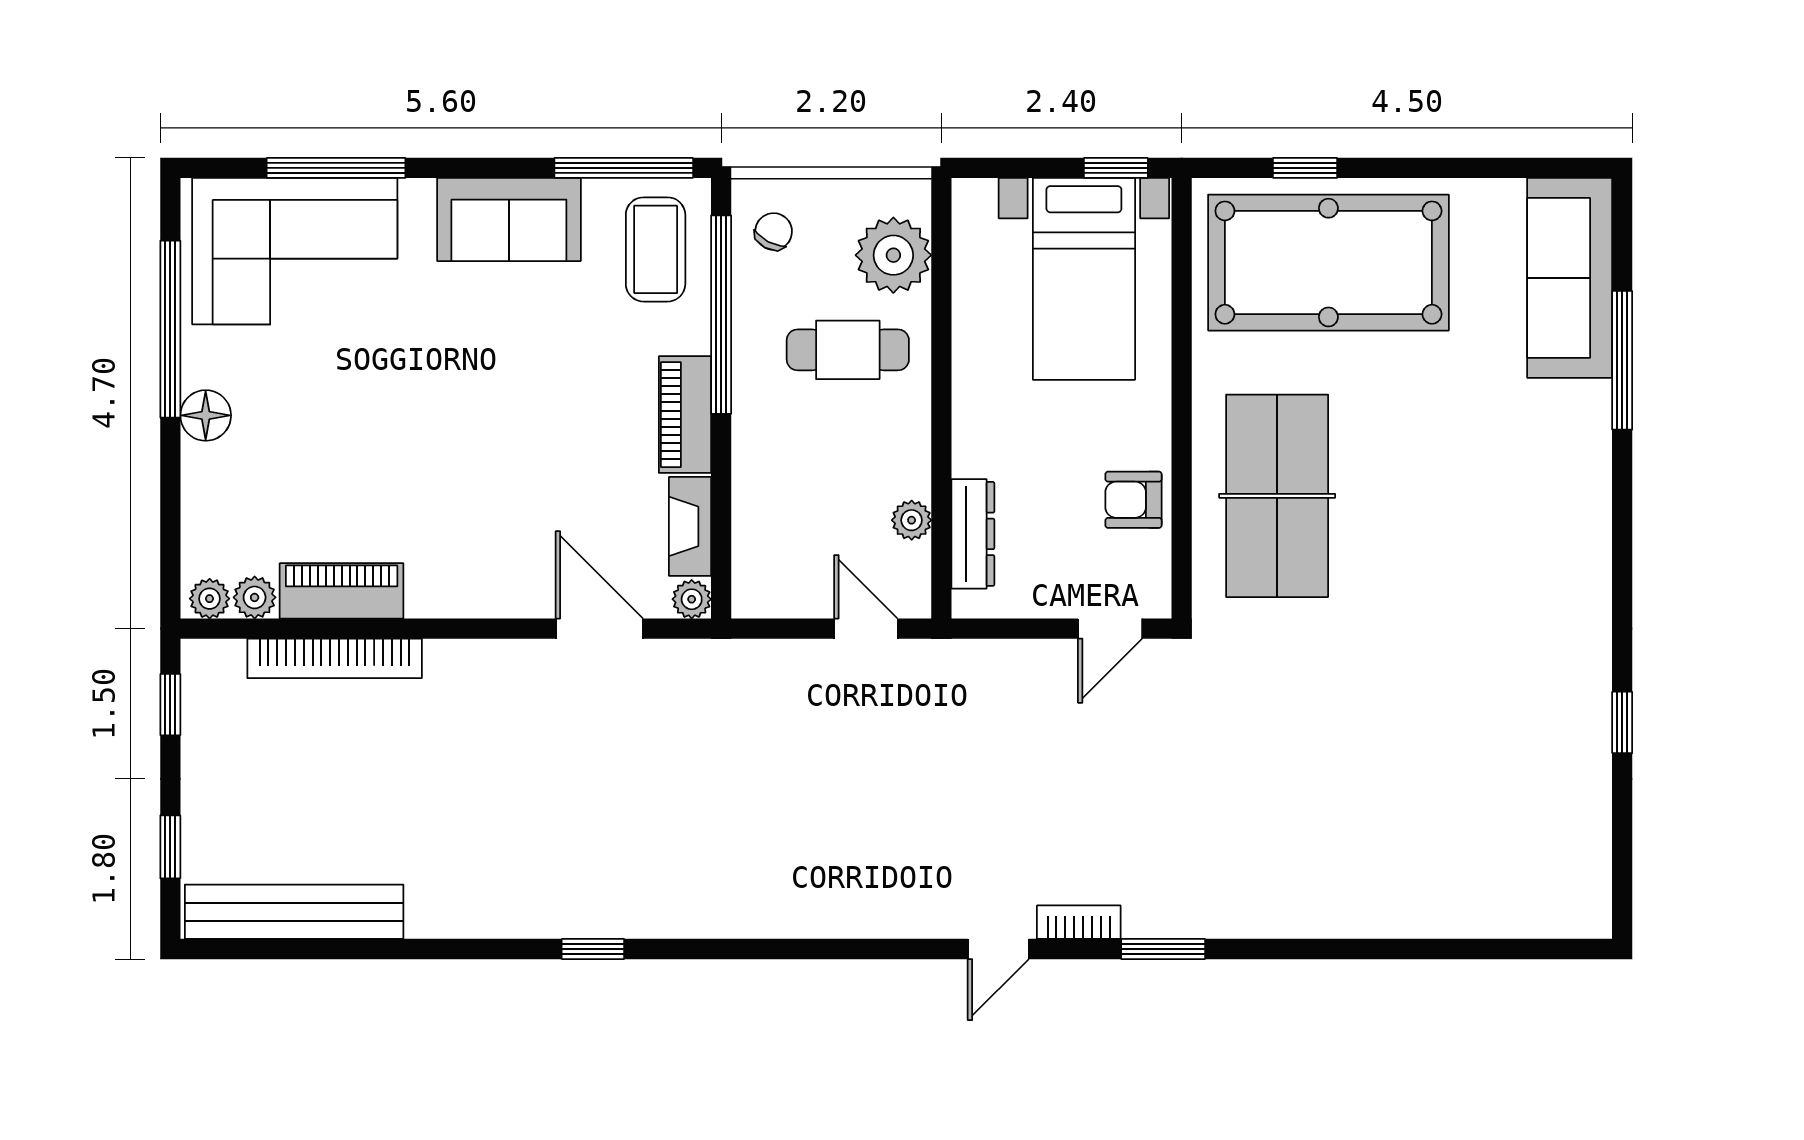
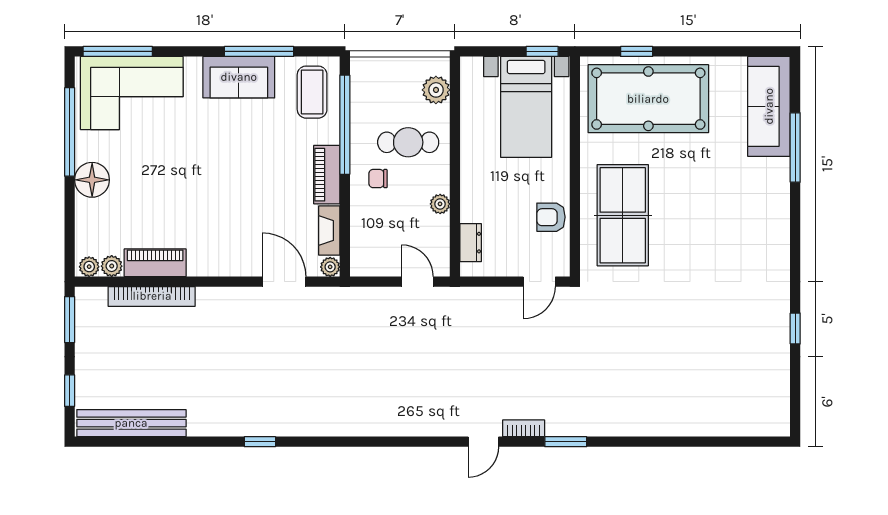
window: (336, 168) -> (118, 51), moved
window: (624, 168) -> (259, 51), moved
chair: (774, 232) -> (378, 179), moved, turned -118
plant: (893, 255) -> (436, 90), width x0.73, depth x0.73
floor lamp: (206, 415) -> (92, 180), width x1.38, depth x1.38
plant: (912, 520) -> (440, 204), moved
dresser: (973, 534) -> (471, 243), width x0.70
window: (170, 705) -> (70, 320), width x1.50
window: (593, 949) -> (260, 442), moved

